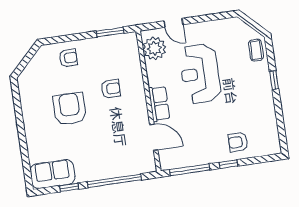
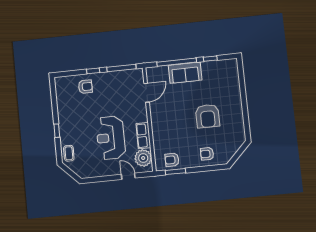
reception desk: (200, 74) -> (111, 138), turned 180
armchair: (111, 89) -> (172, 160), moved
row of seats: (159, 104) -> (143, 136), moved
door: (154, 137) -> (147, 93), swing flipped
sofa: (52, 174) -> (185, 73), moved

